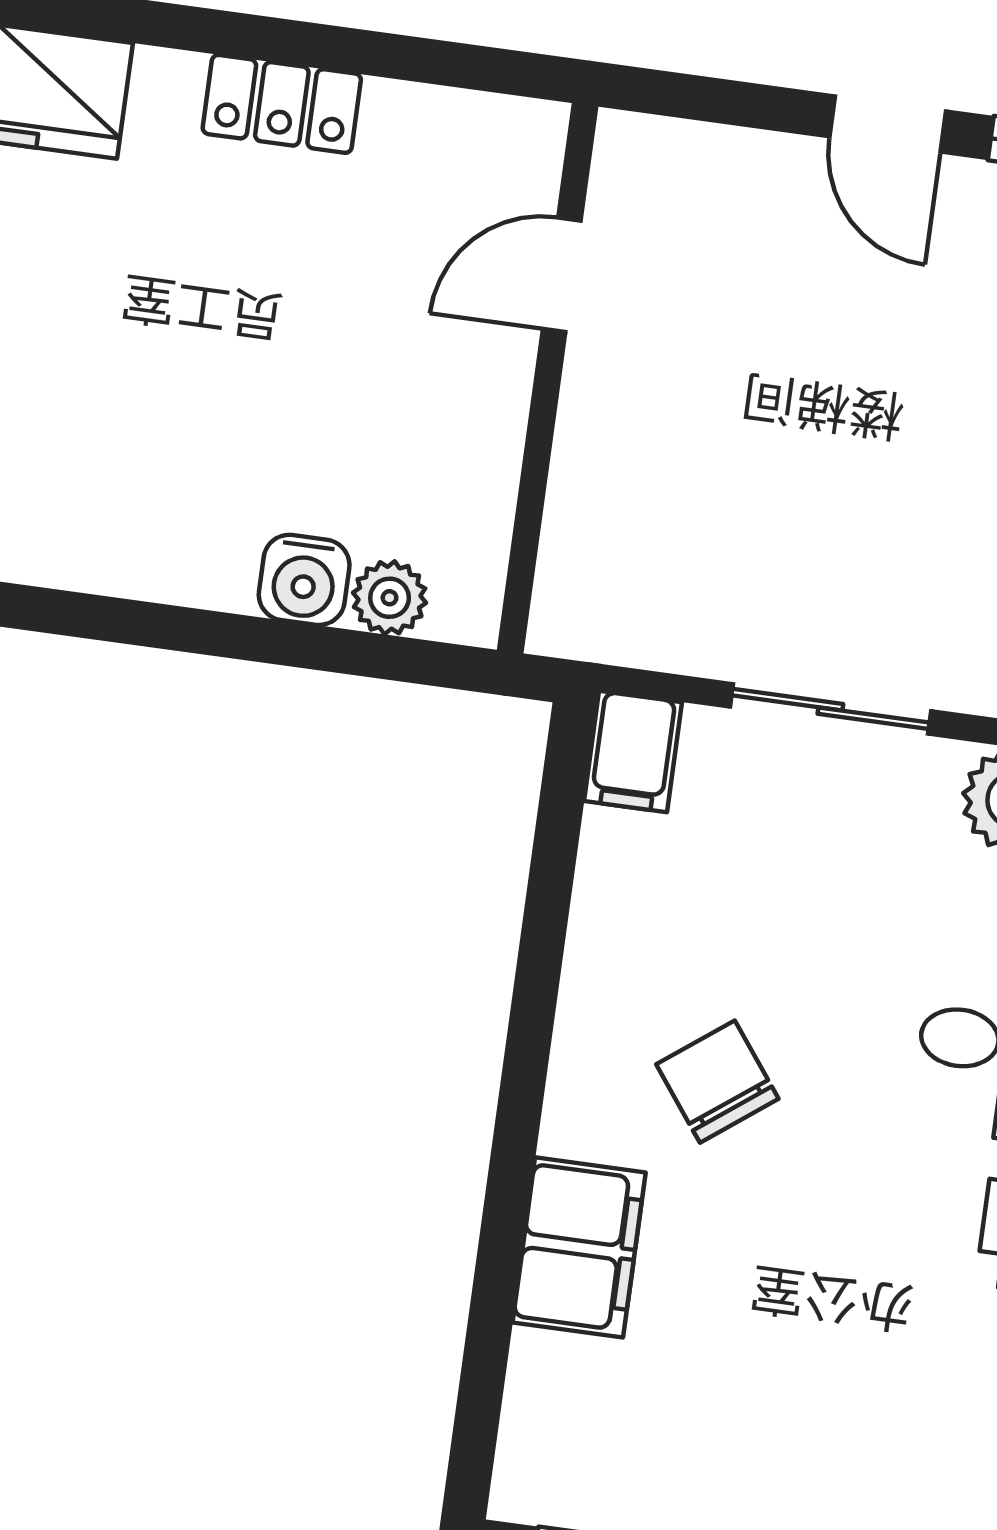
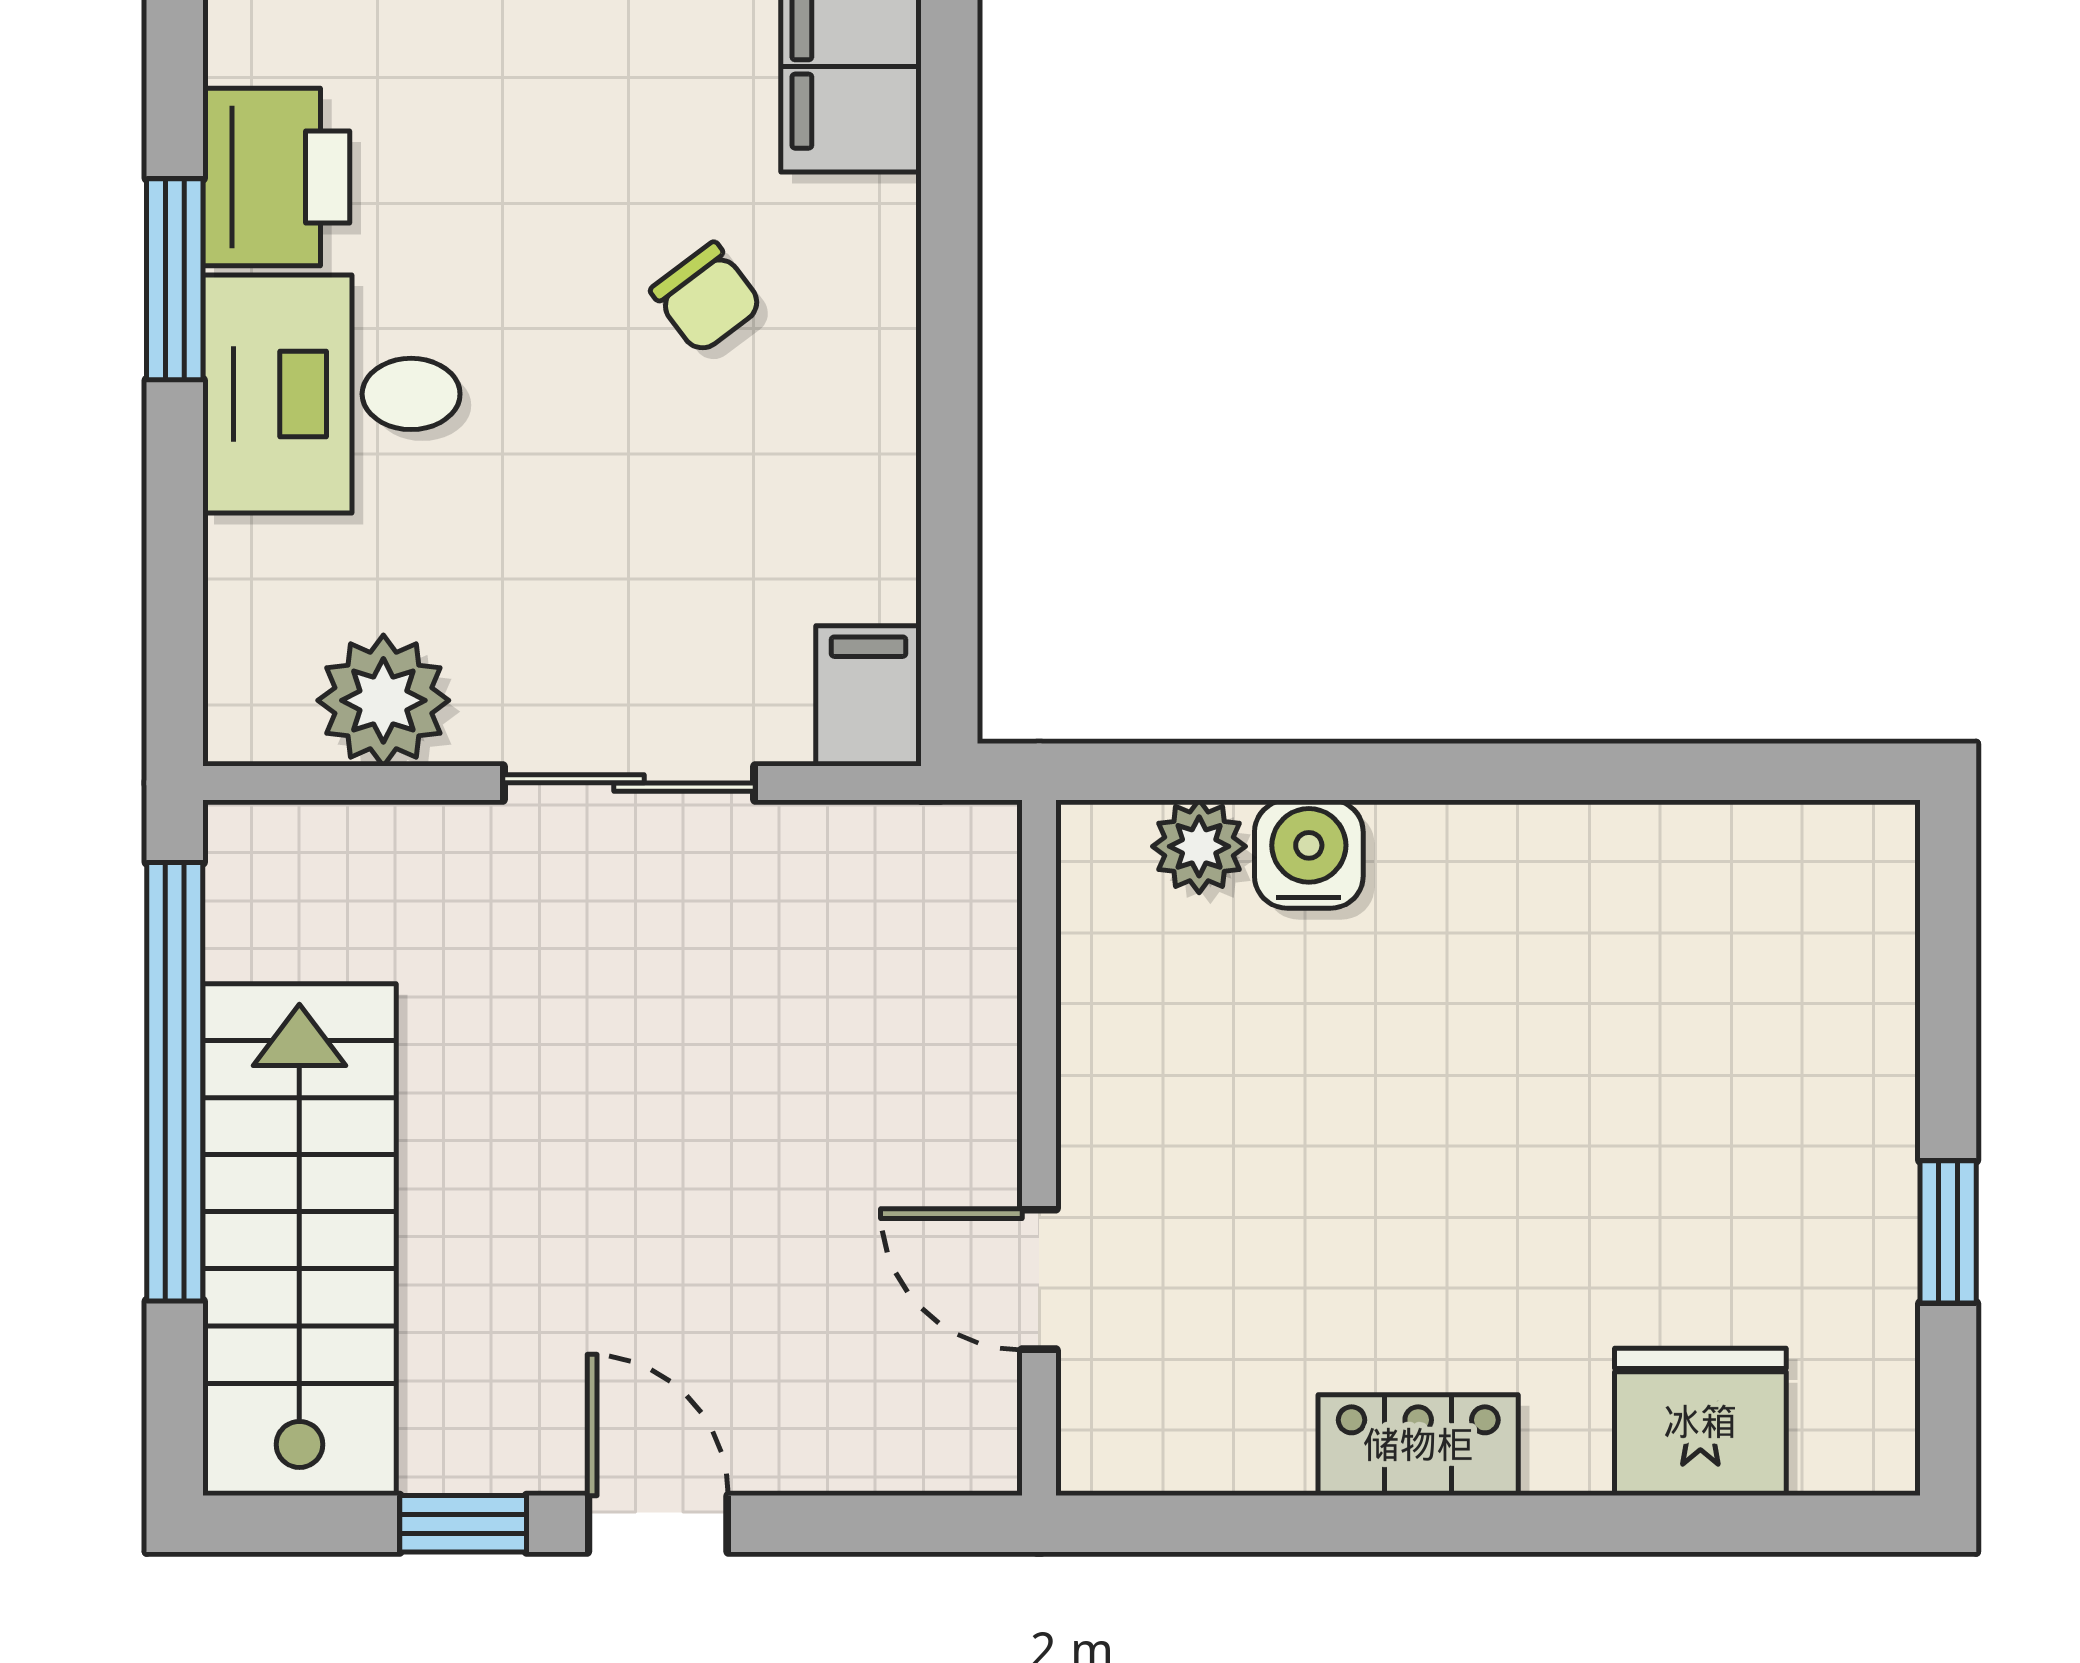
door: (562, 275) -> (1039, 1279), swing flipped
chair: (717, 1082) -> (707, 298), width x0.73, depth x0.73

